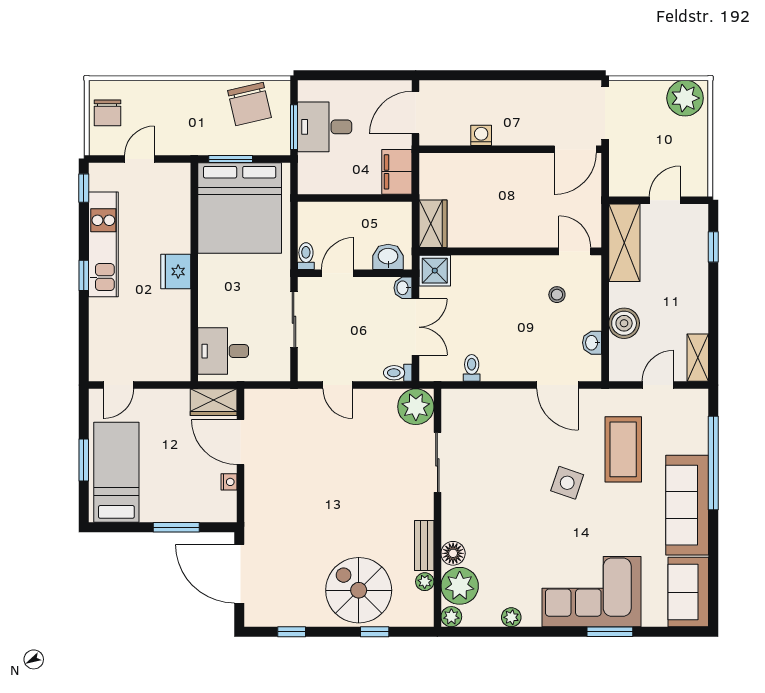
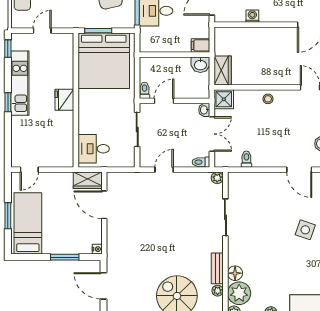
filing cabinet: (397, 172) -> (200, 45), width x0.50
washbasin: (388, 257) -> (200, 65), moved, turned 180
stool: (557, 295) -> (268, 99), moved
door: (338, 385) -> (164, 170), swing flipped
plant: (416, 407) -> (217, 178), width x0.53, depth x0.53
nightstand: (229, 482) -> (97, 249), moved
door: (239, 574) -> (104, 286), width x0.73

